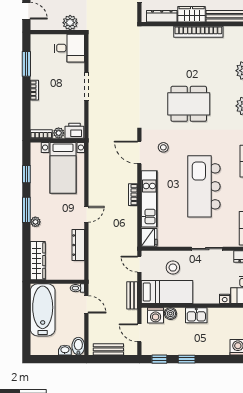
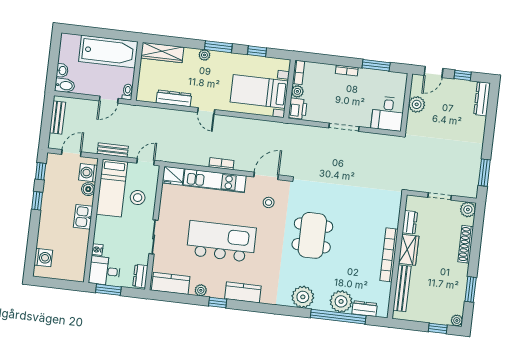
dresser: (162, 16) -> (410, 222), width x0.70
plant: (70, 23) -> (417, 104), moved

